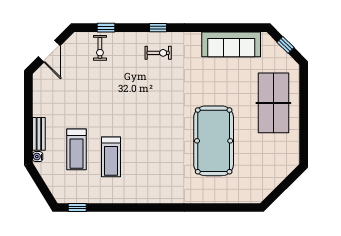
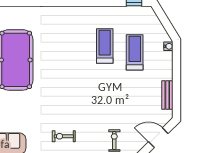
door: (49, 51) -> (158, 138), hinge flipped
bench: (39, 134) -> (167, 95), moved

